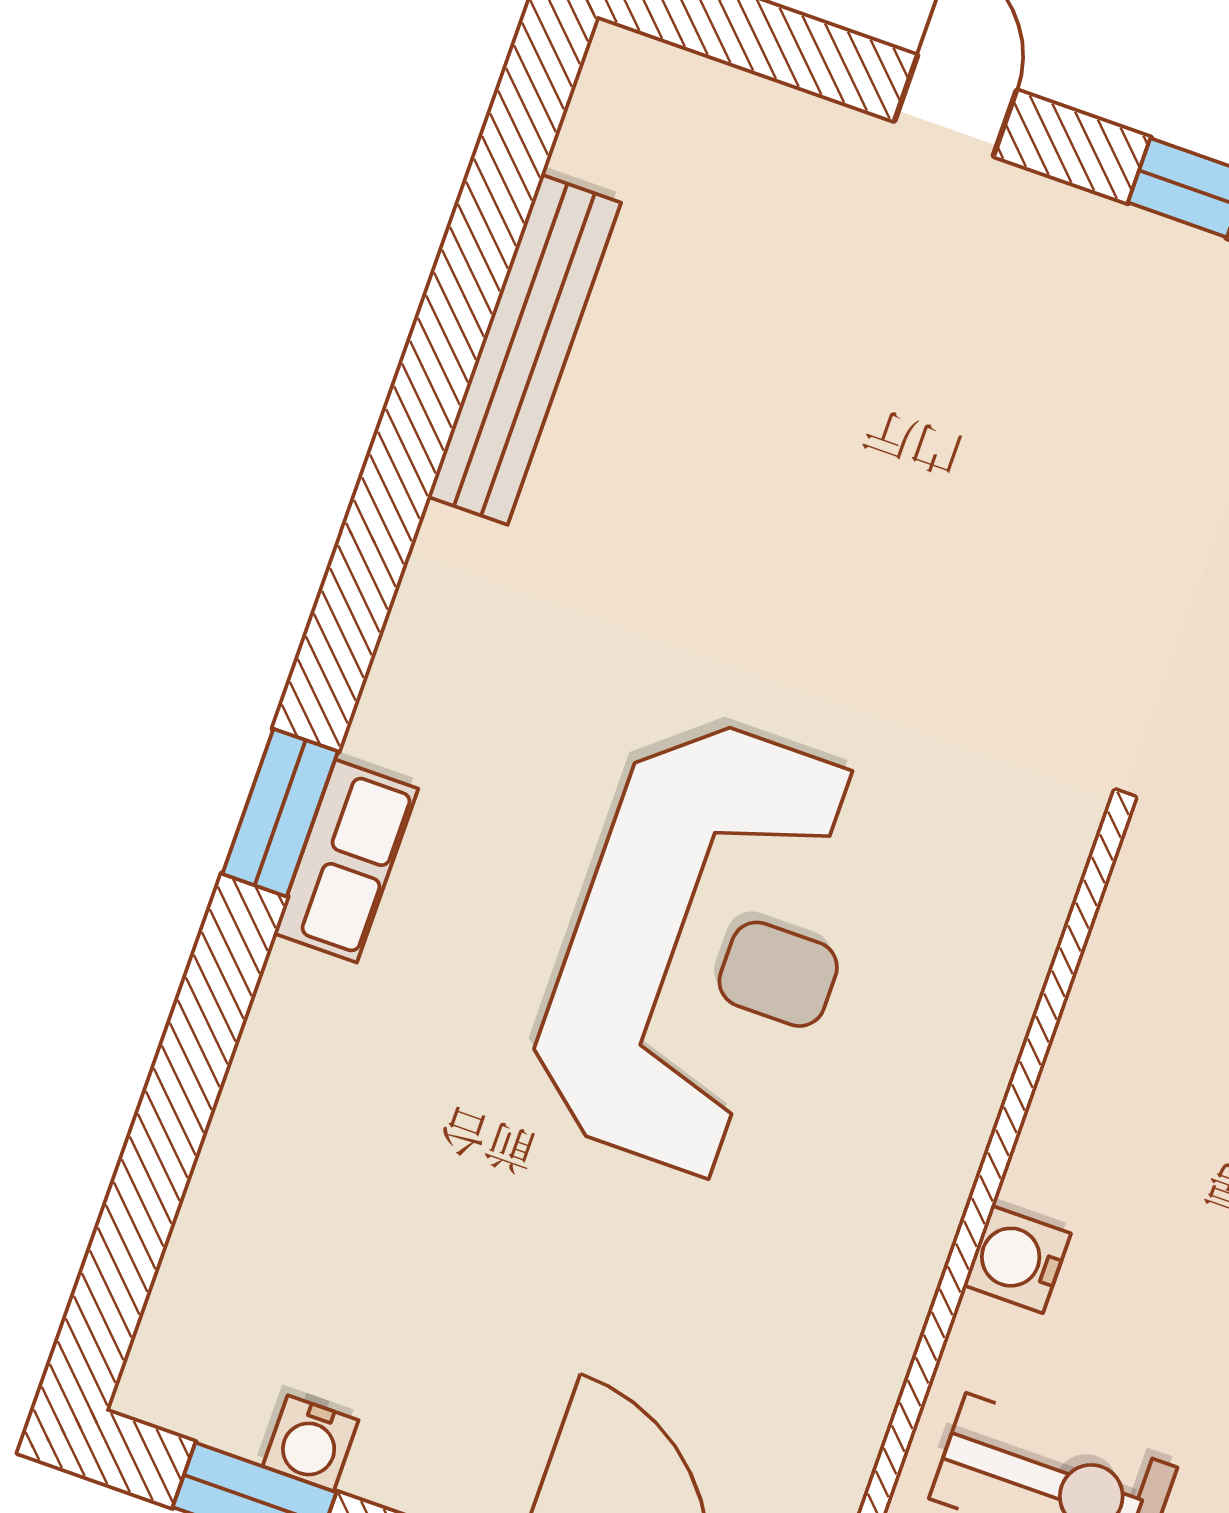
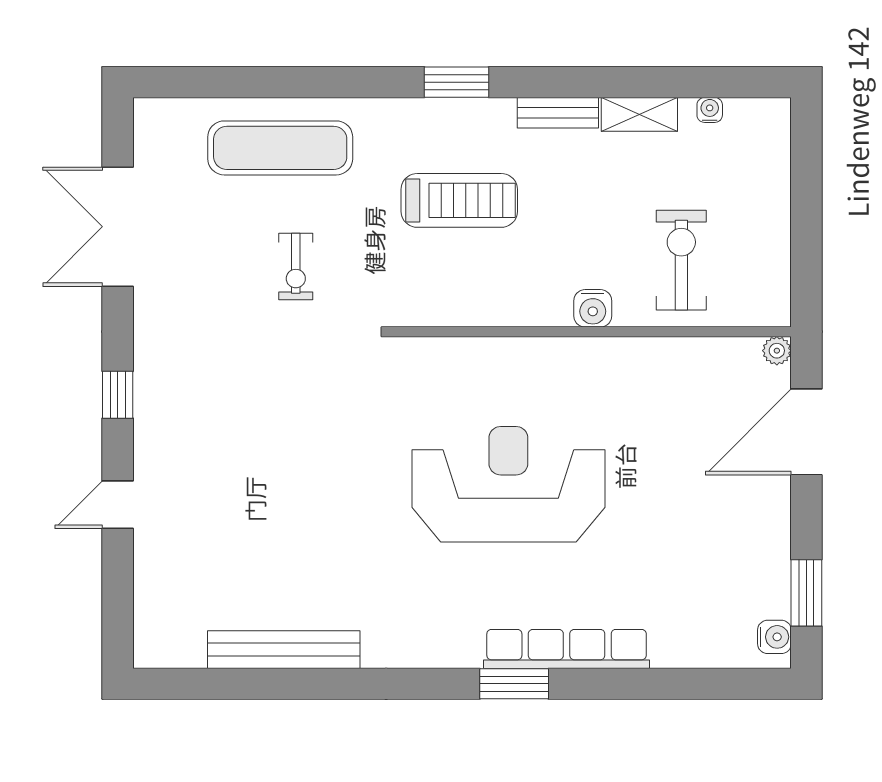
row of seats: (346, 861) -> (567, 649), width x2.02
water cooler: (311, 1443) -> (774, 637), moved

